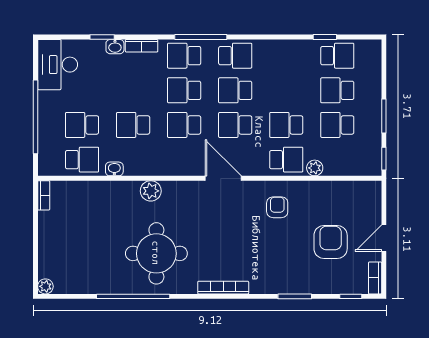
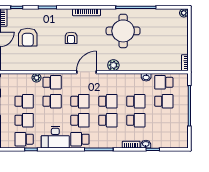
school desk: (184, 56) -> (136, 120), moved
desk: (58, 65) -> (55, 137), moved, turned 90
school desk: (286, 160) -> (52, 82), turned 180
door: (223, 178) -> (86, 72), swing flipped
plant: (151, 191) -> (113, 65), moved
armchair: (277, 207) -> (71, 38), moved

